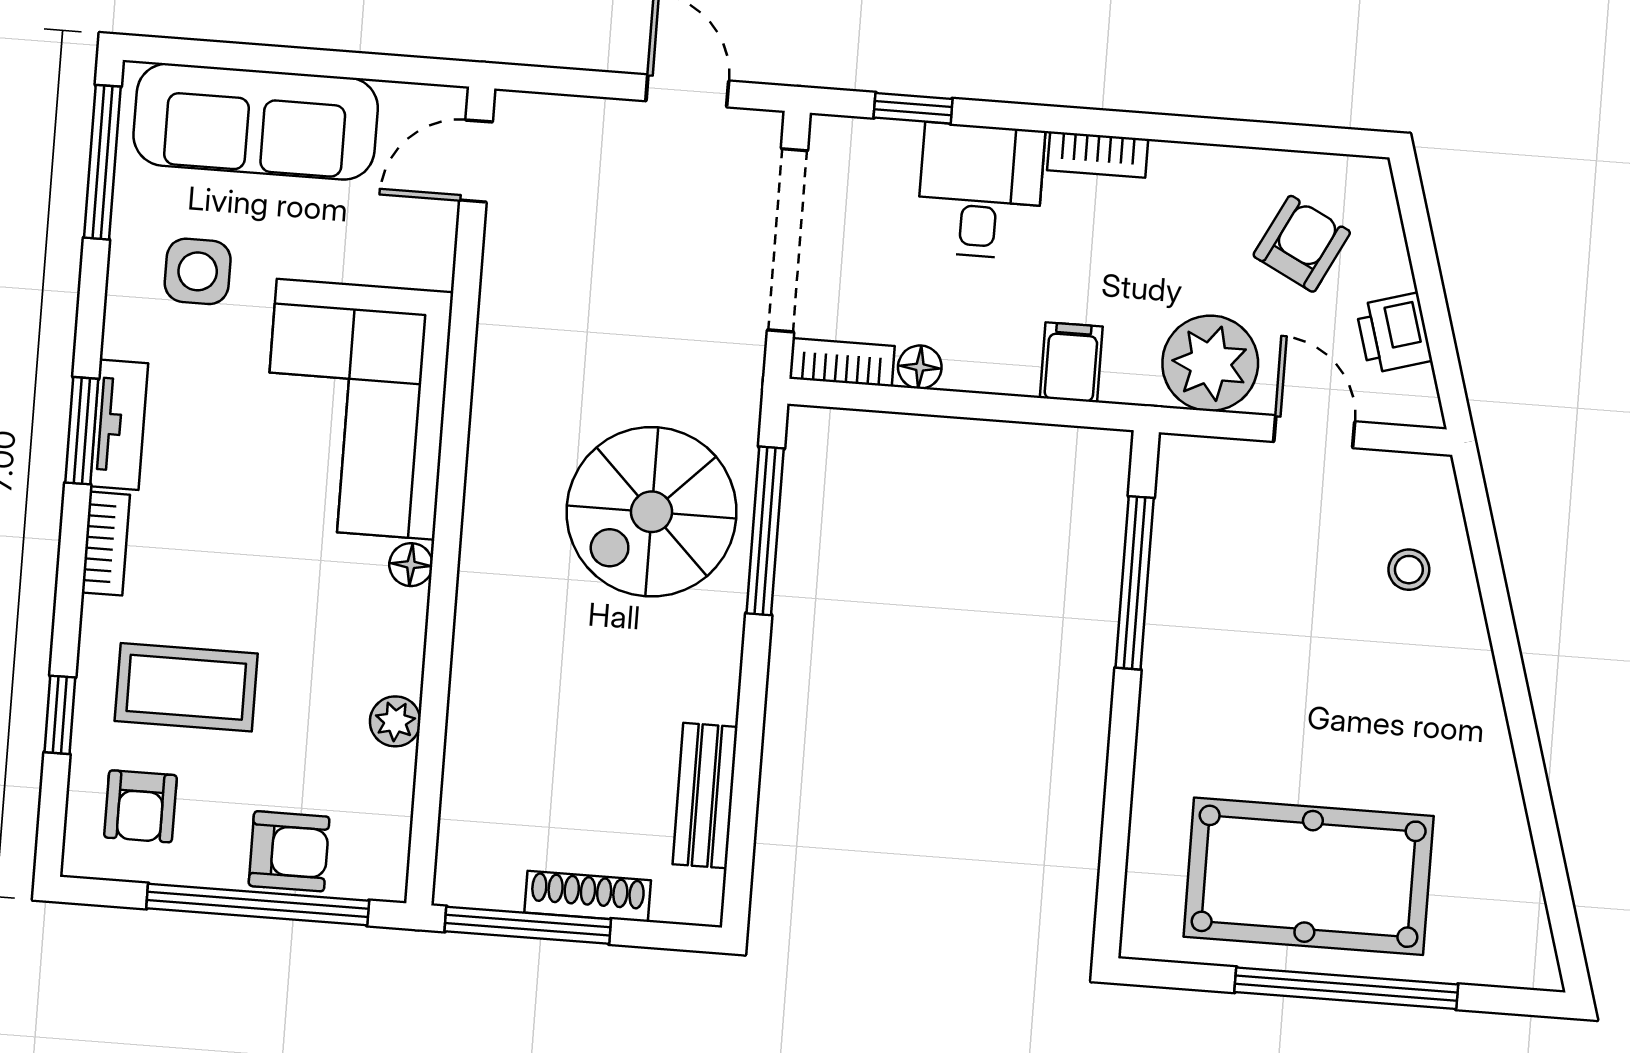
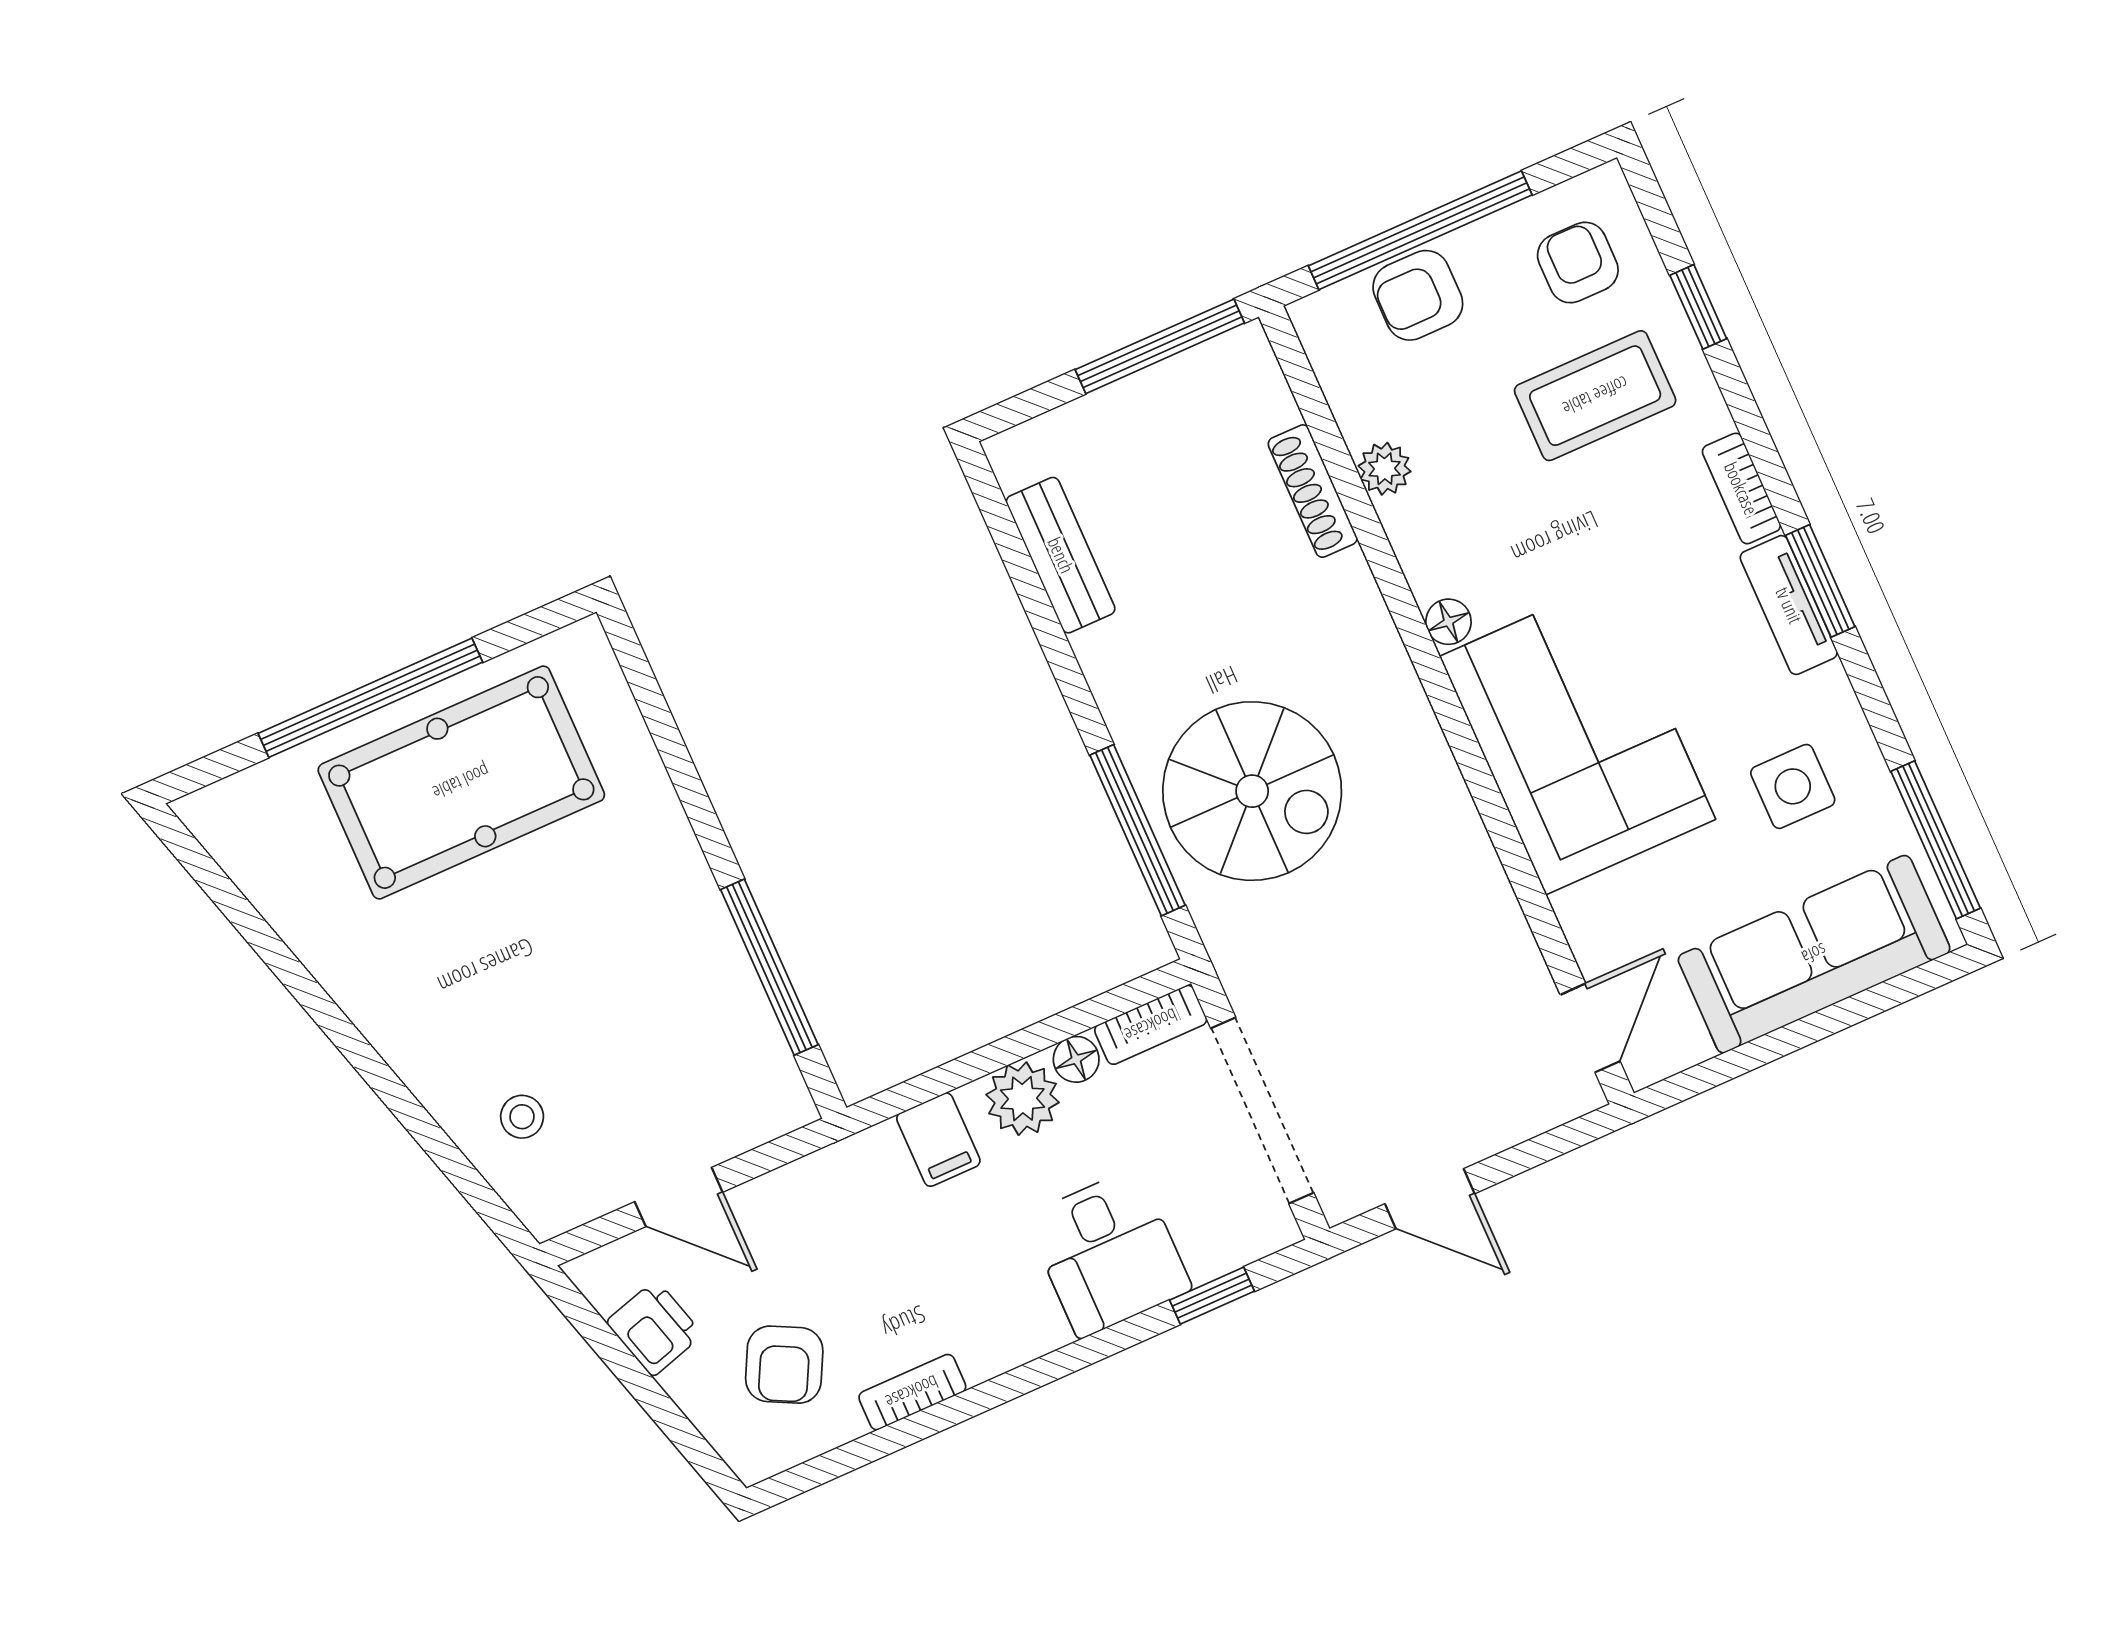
bookcase: (1098, 155) -> (912, 1392), moved
plant: (1210, 363) -> (1023, 1099), moved, width x0.73, depth x0.73
spiral stairs: (652, 512) -> (1252, 791), turned 90
shoe rack: (588, 896) -> (1313, 491), moved, turned 90

